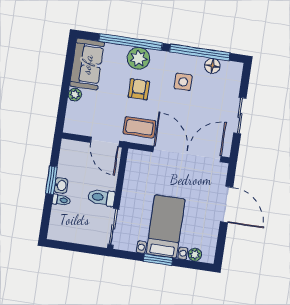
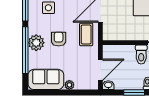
armchair: (139, 89) -> (59, 39), turned 90
door: (105, 142) -> (100, 70), moved
washbasin: (61, 186) -> (108, 85), moved

